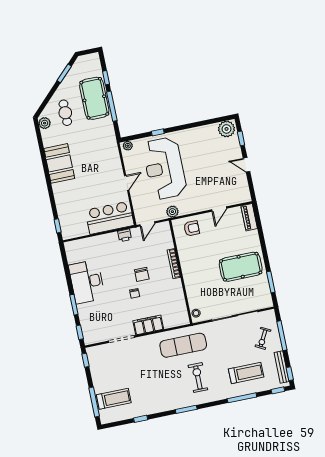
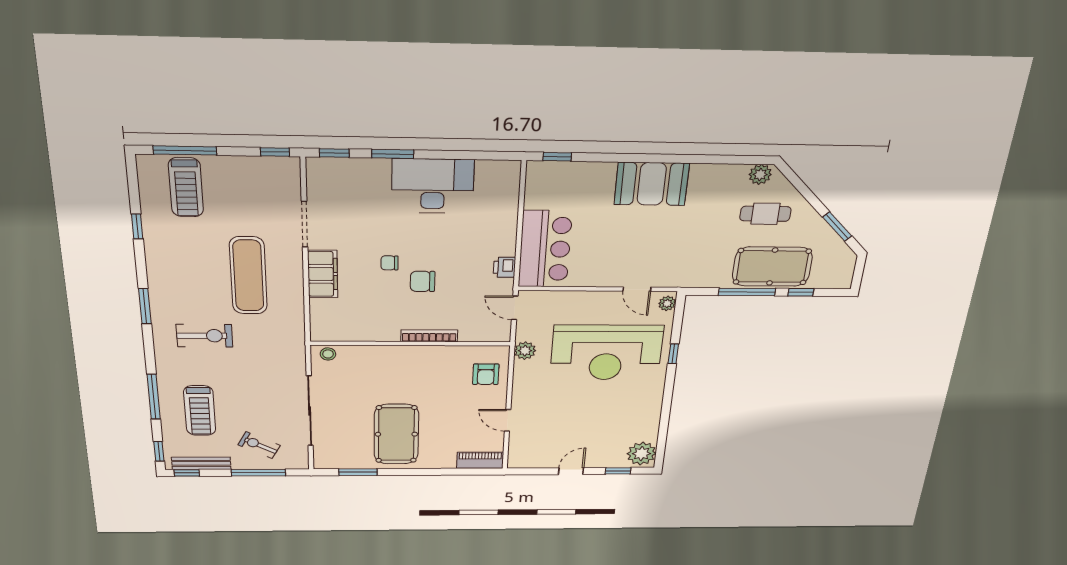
booth: (59, 163) -> (652, 184), moved
reception desk: (165, 168) -> (607, 353), turned 180
door: (127, 183) -> (637, 289), moved
exercise mat: (183, 345) -> (248, 276), moved

